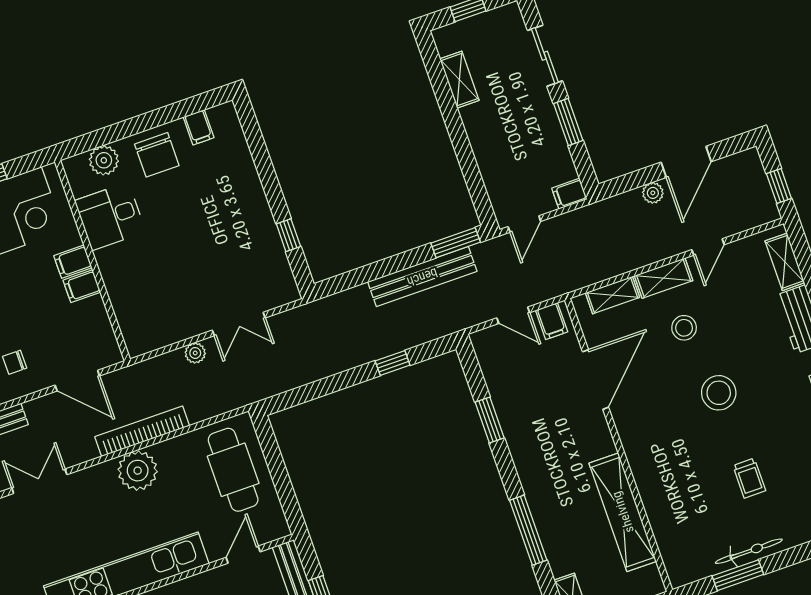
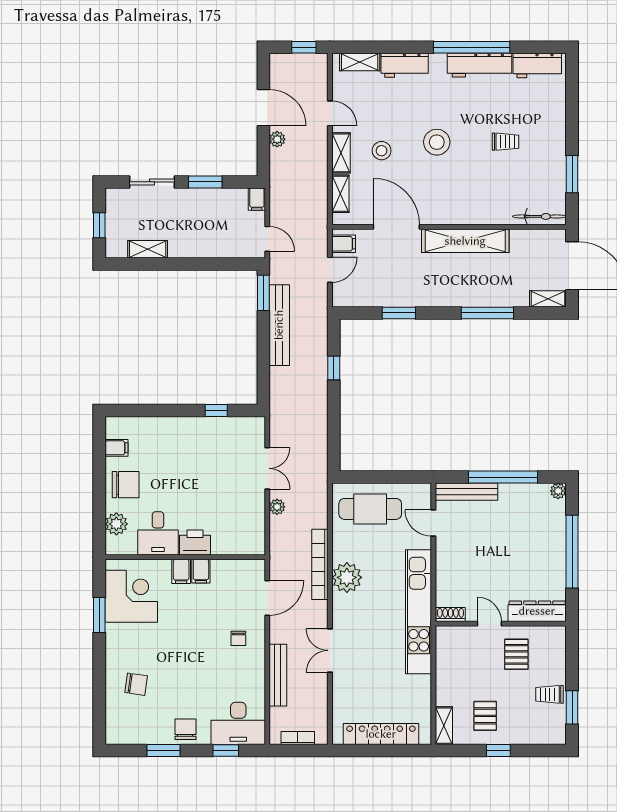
printer: (115, 266) -> (195, 543), added
shelving: (623, 512) -> (465, 241), moved
bicycle: (749, 551) -> (539, 216), moved, turned 90

